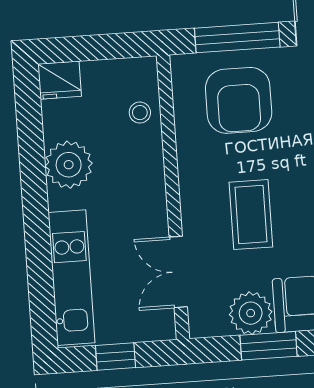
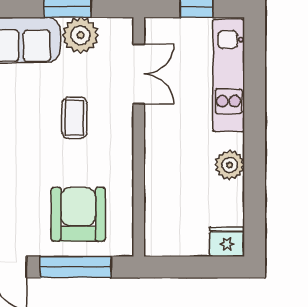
stool: (140, 113) -> (162, 210), removed
plant: (69, 165) -> (230, 165), width x0.73, depth x0.73
coffee table: (251, 215) -> (74, 118), width x0.73, depth x0.77

